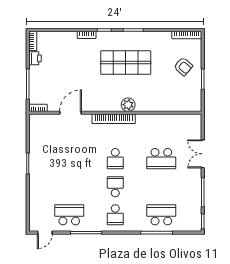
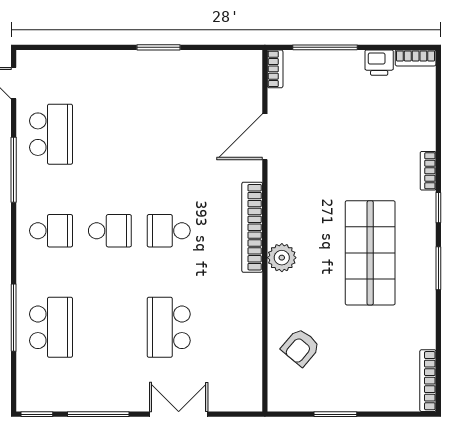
armchair: (183, 66) -> (301, 347), moved
door: (70, 113) -> (265, 137), swing flipped
school desk: (115, 215) -> (51, 231), turned 180

